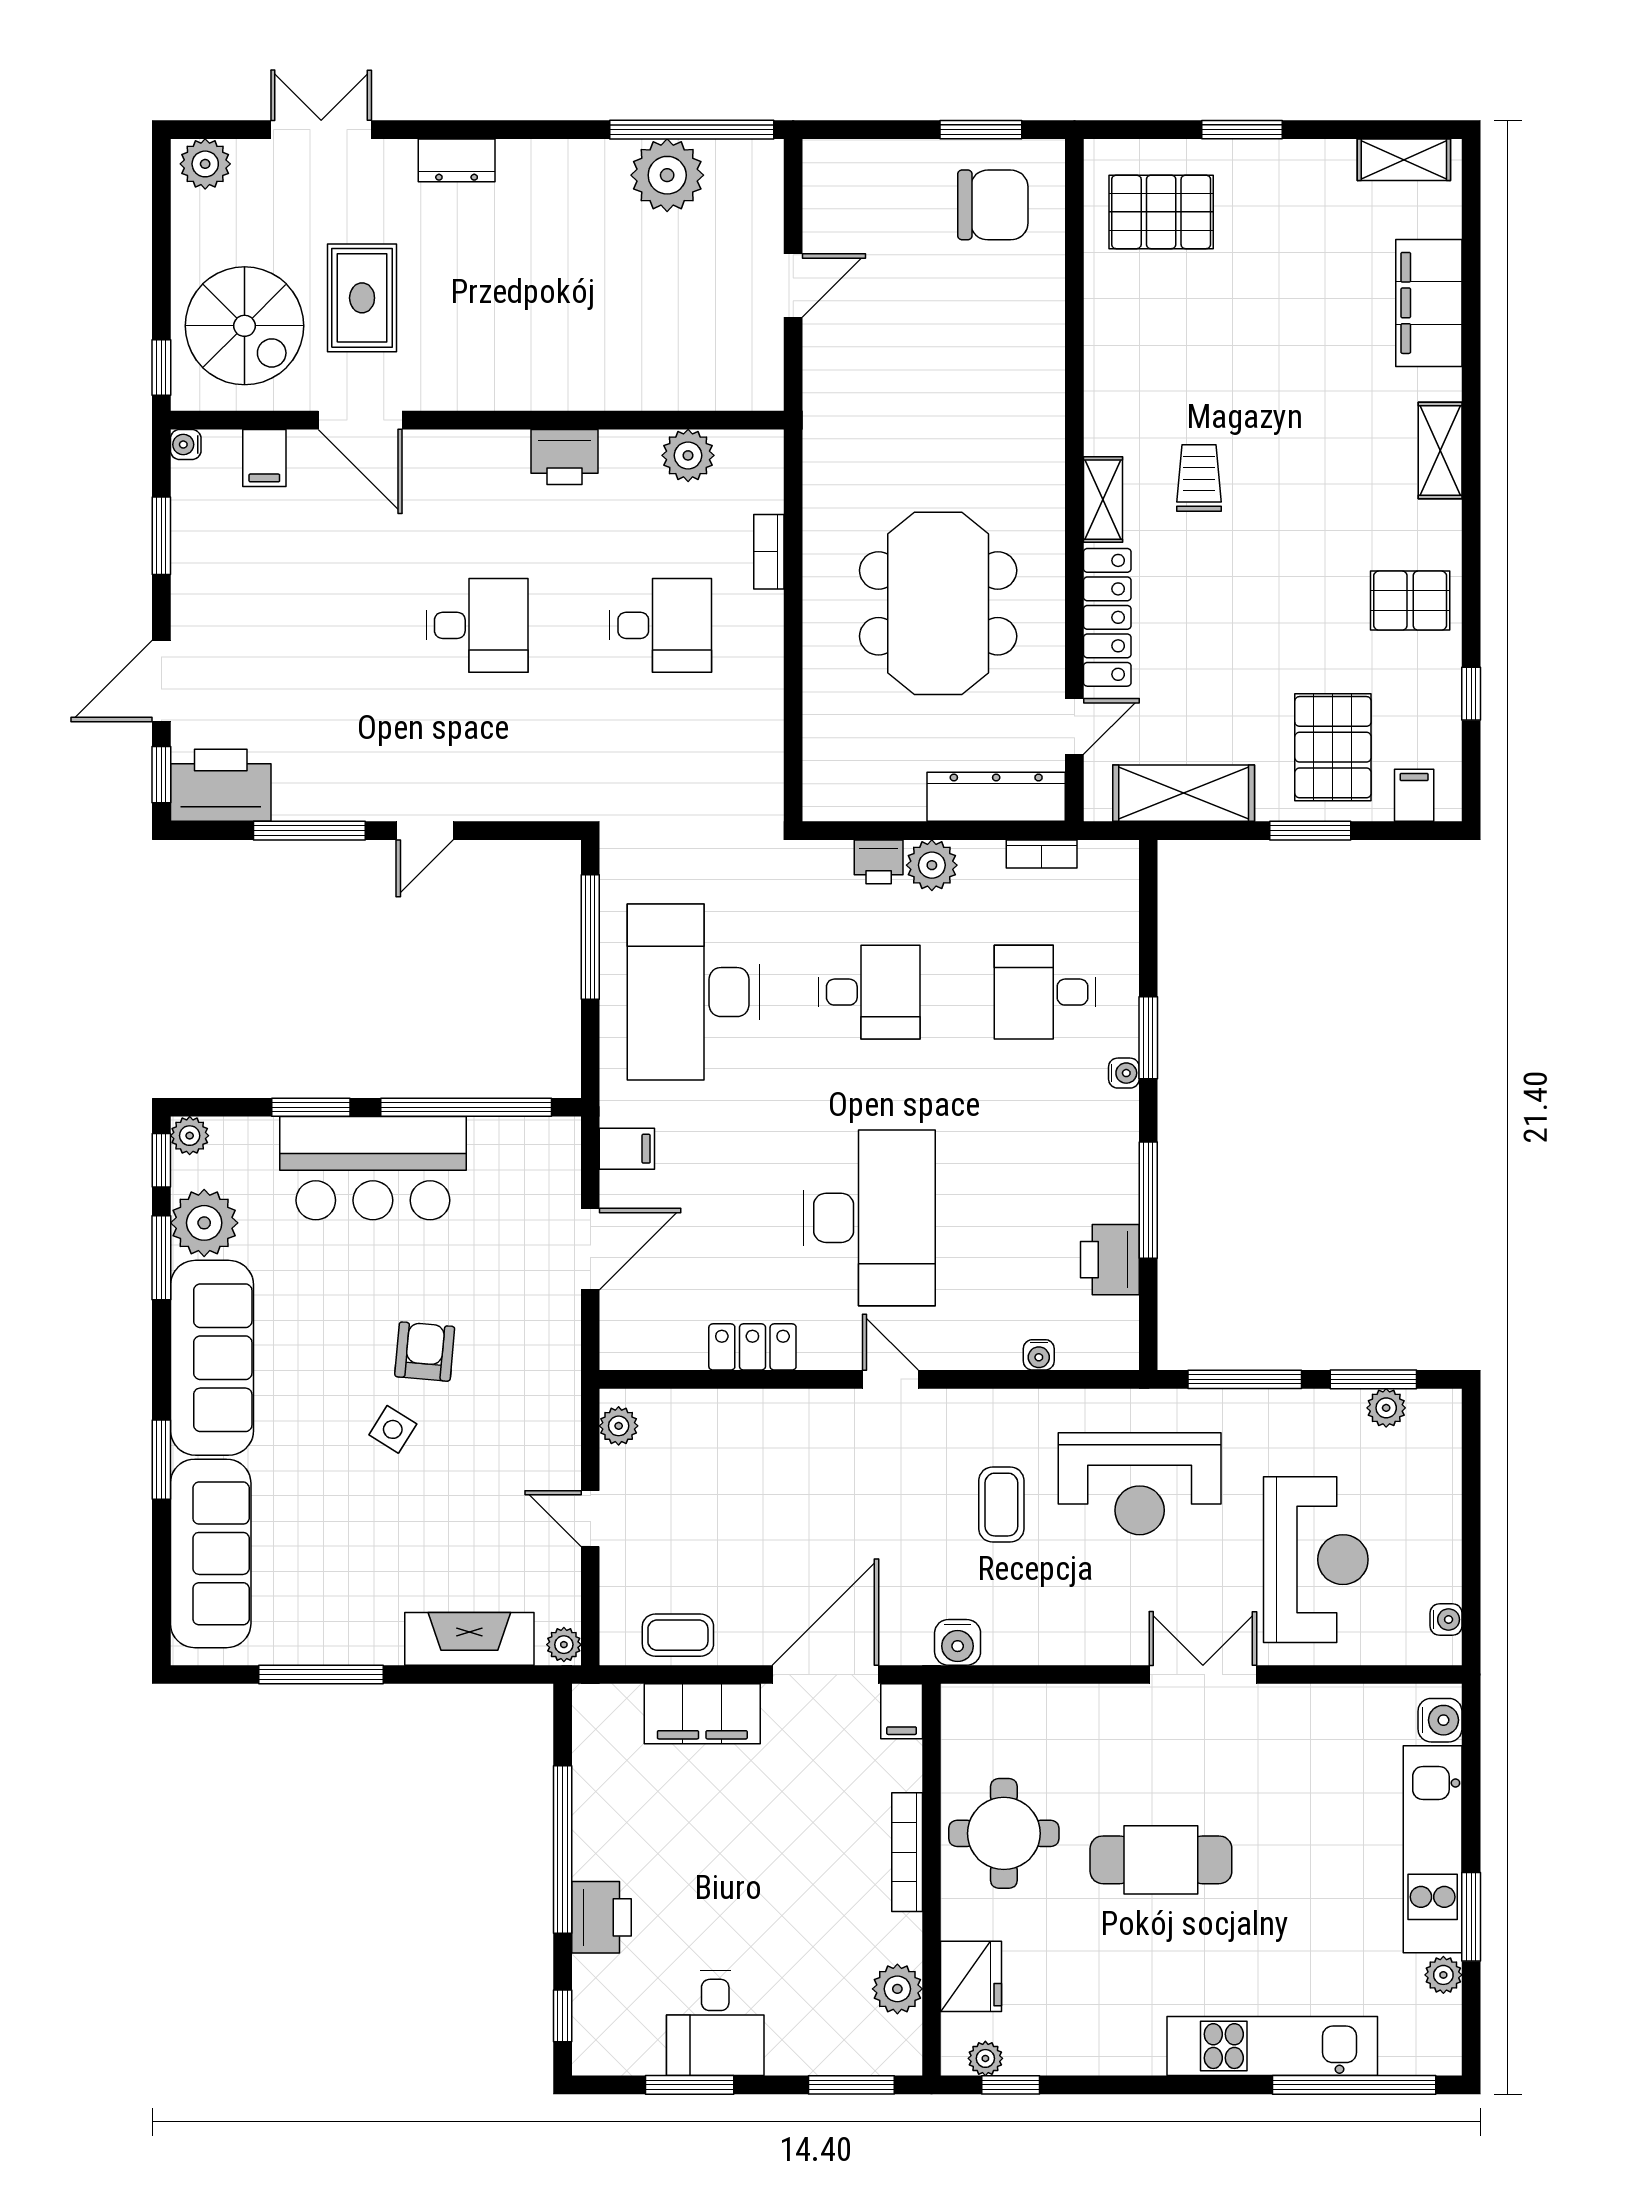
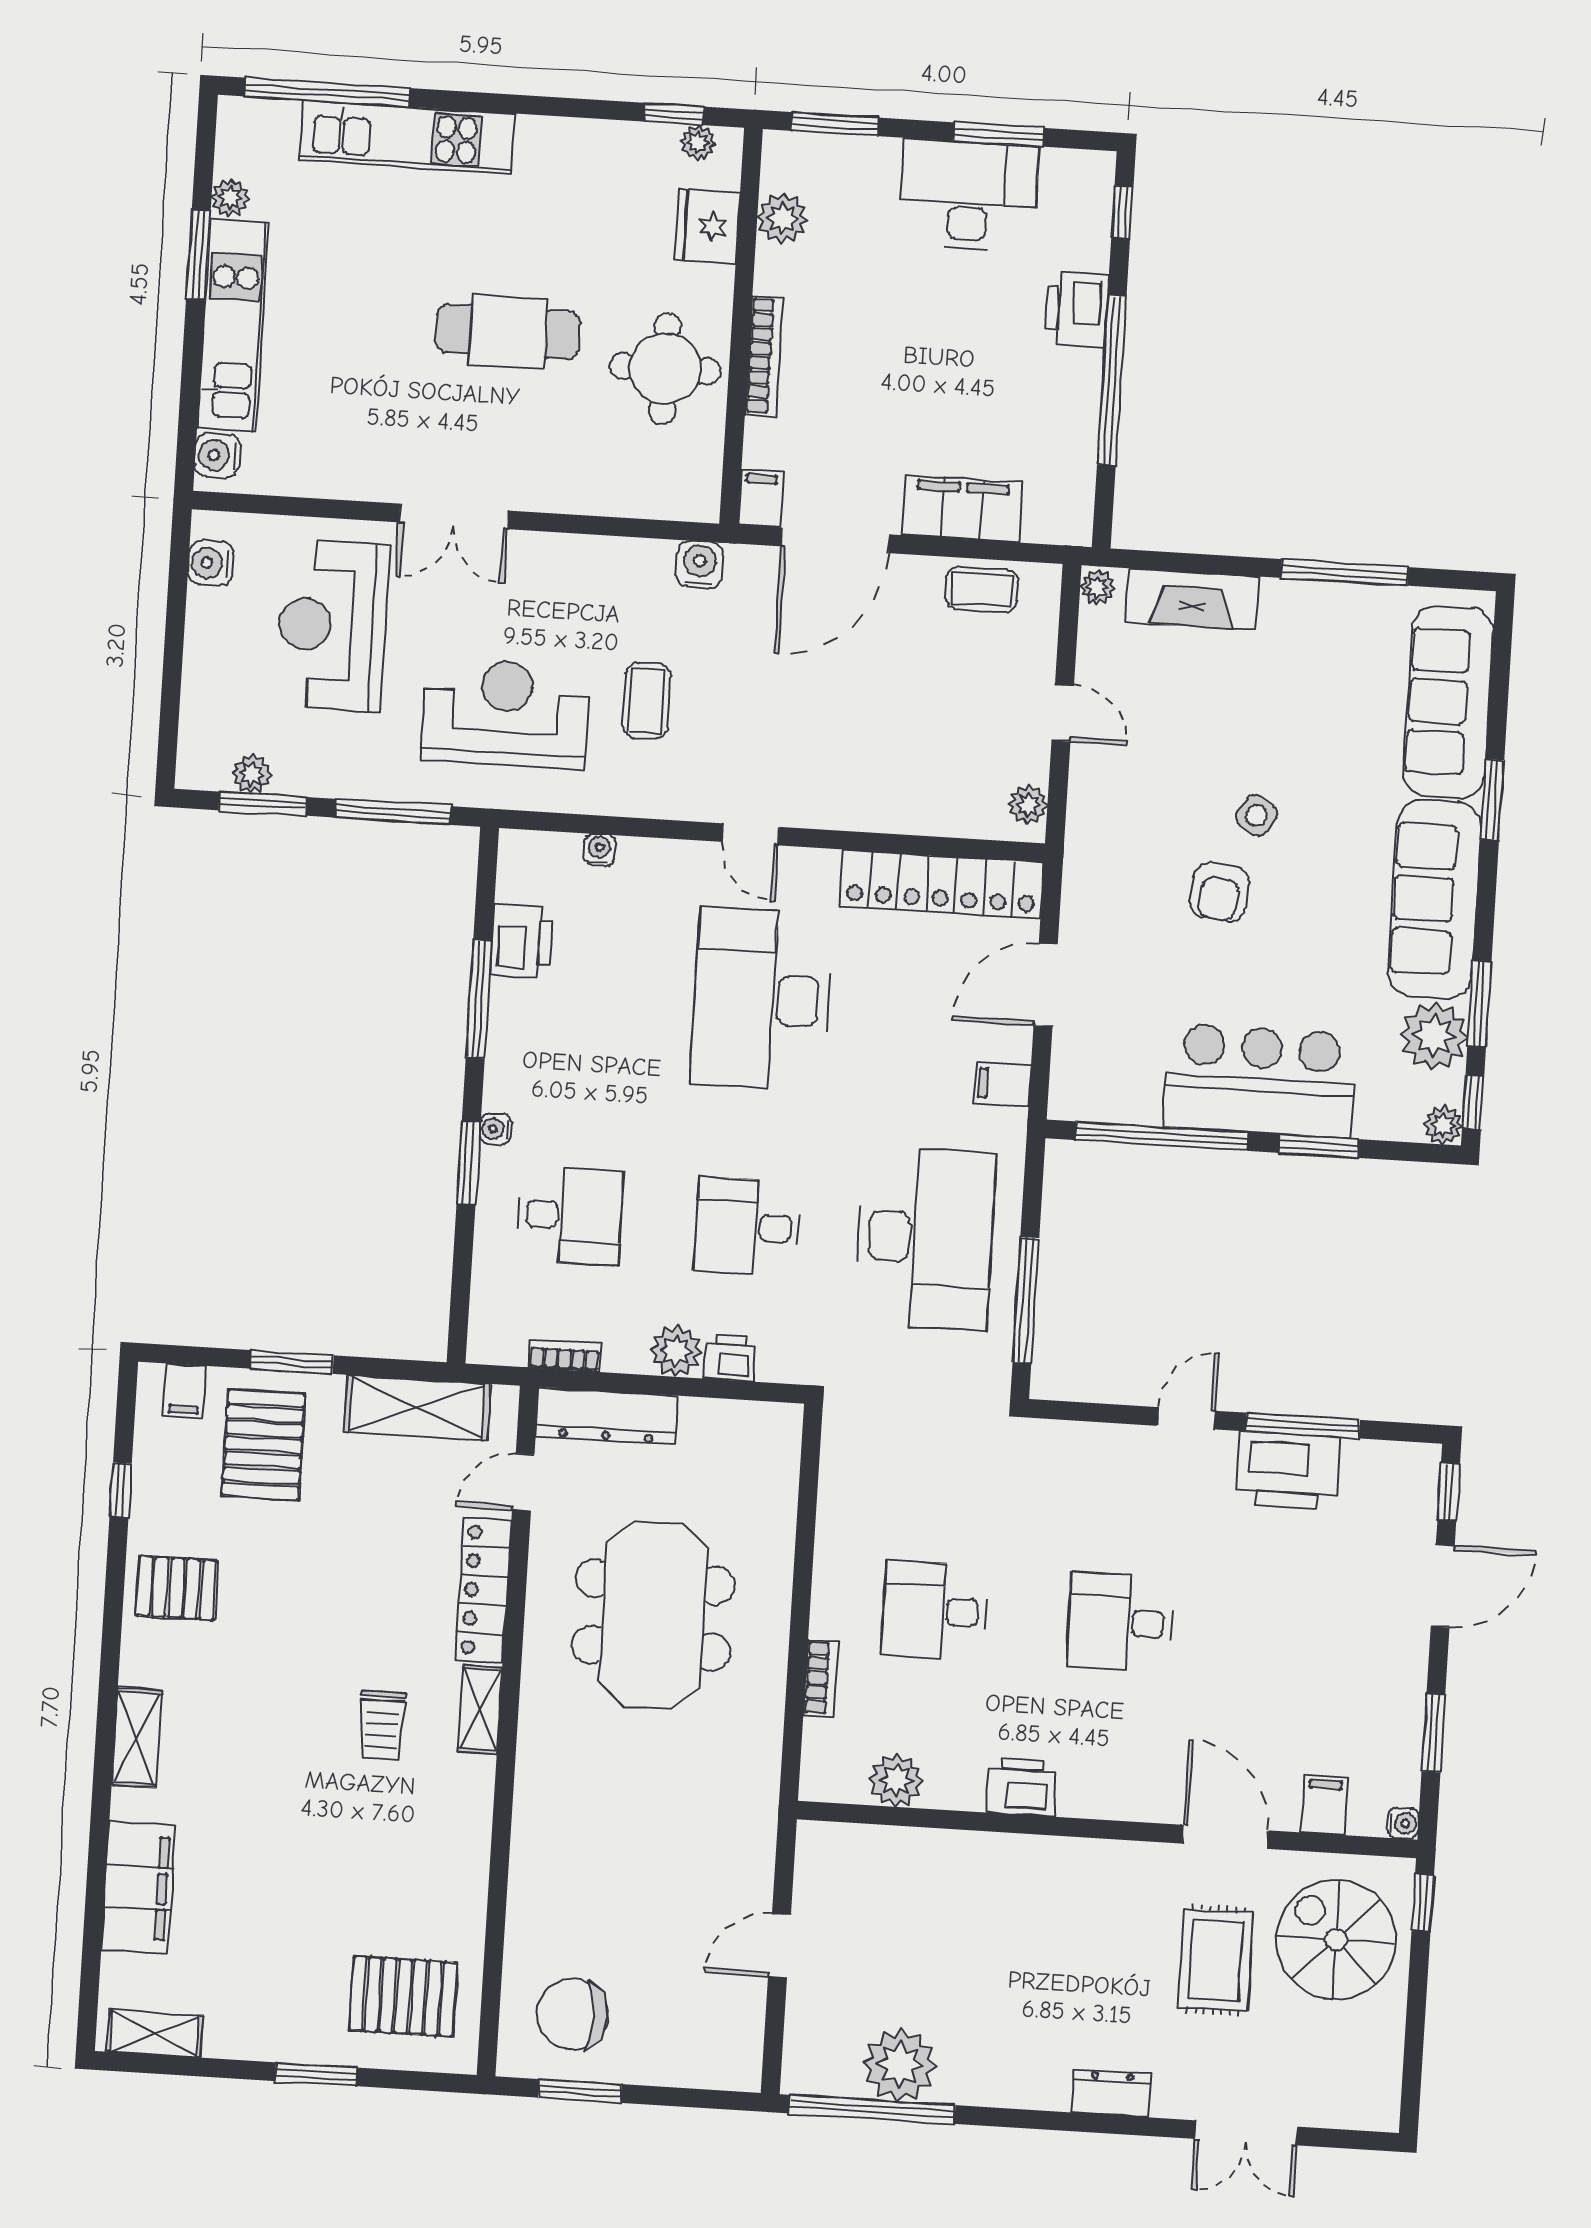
plant: (205, 164) -> (1366, 2106), removed
printer: (221, 785) -> (1288, 1471), moved
locker: (752, 1347) -> (941, 884), width x2.16, depth x1.21
water cooler: (1446, 1619) -> (211, 563), width x1.38, depth x1.38
desk: (715, 2023) -> (969, 195), width x1.37

